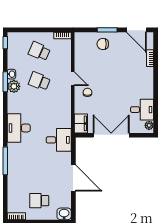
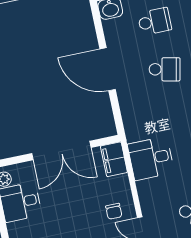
desk: (59, 140) -> (151, 158), moved
school desk: (39, 171) -> (165, 69), added

